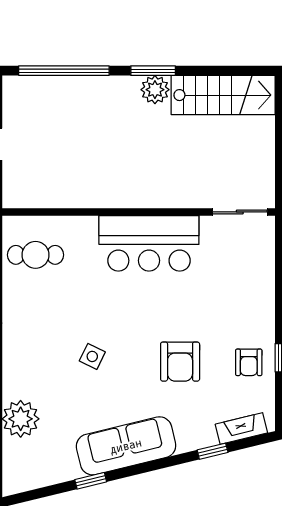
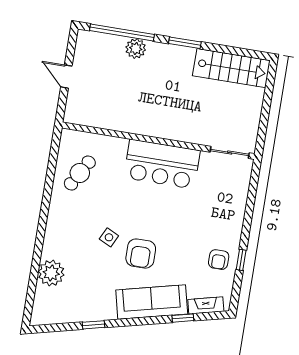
plant: (155, 90) -> (136, 49), moved
cafe table: (36, 255) -> (80, 173), moved, turned -60
armchair: (180, 362) -> (141, 254), moved
sofa: (126, 446) -> (152, 302), moved

